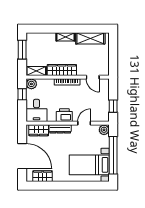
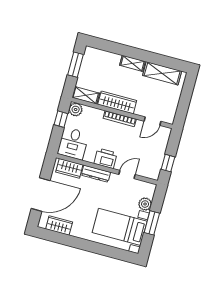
door: (93, 77) -> (153, 121), hinge flipped
plant: (104, 130) -> (145, 204), moved
window: (113, 155) -> (152, 223), width x0.47
door: (22, 156) -> (41, 194), hinge flipped

